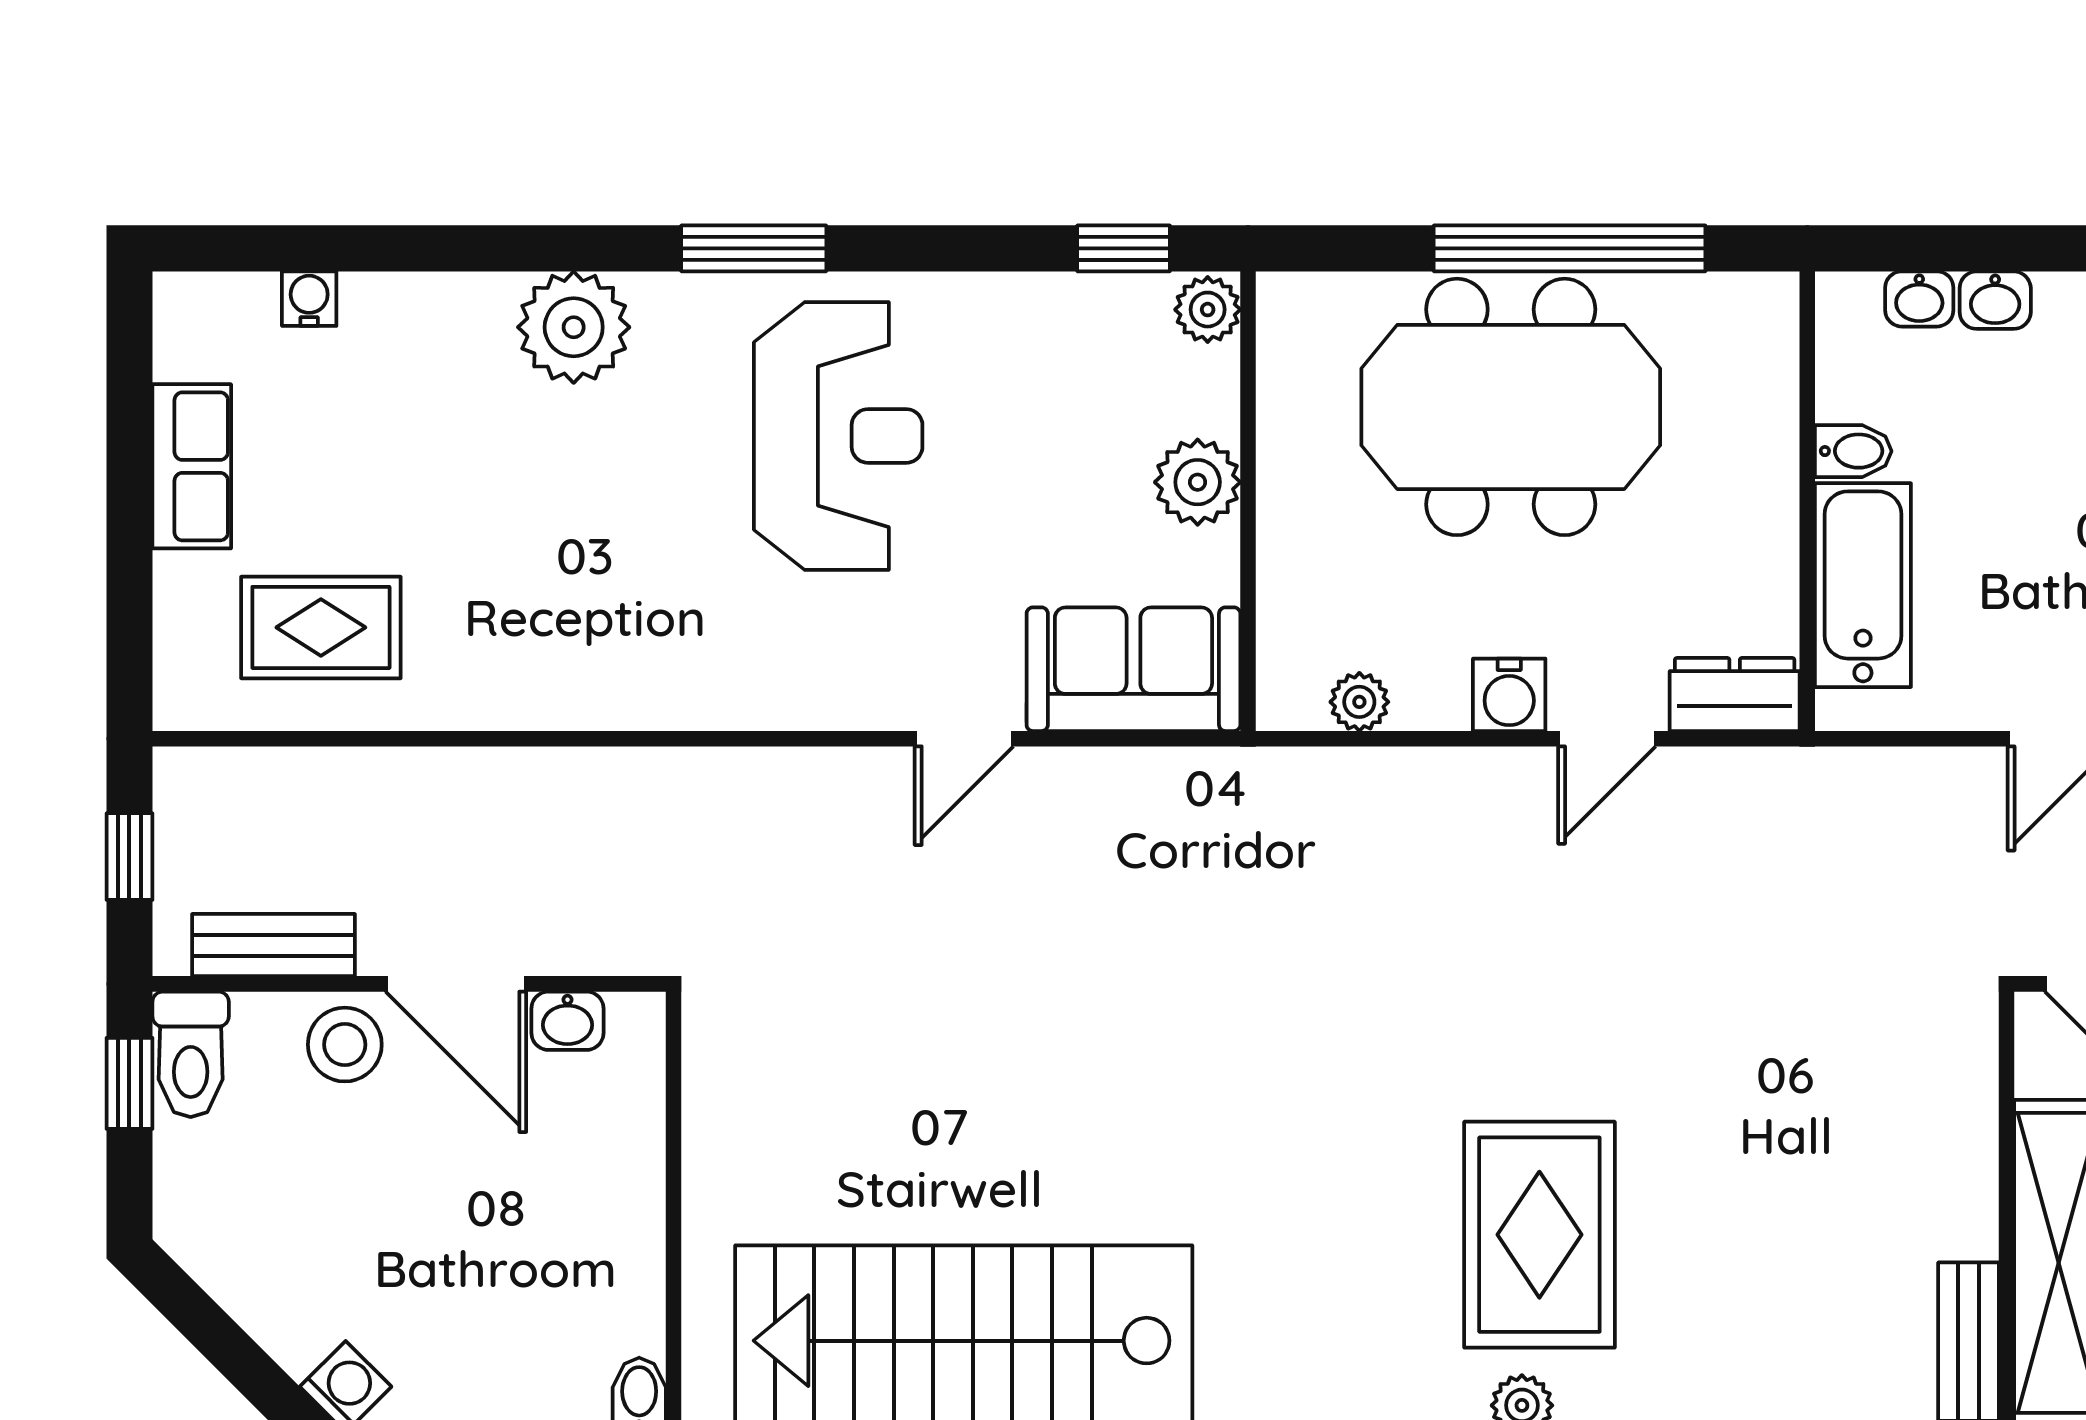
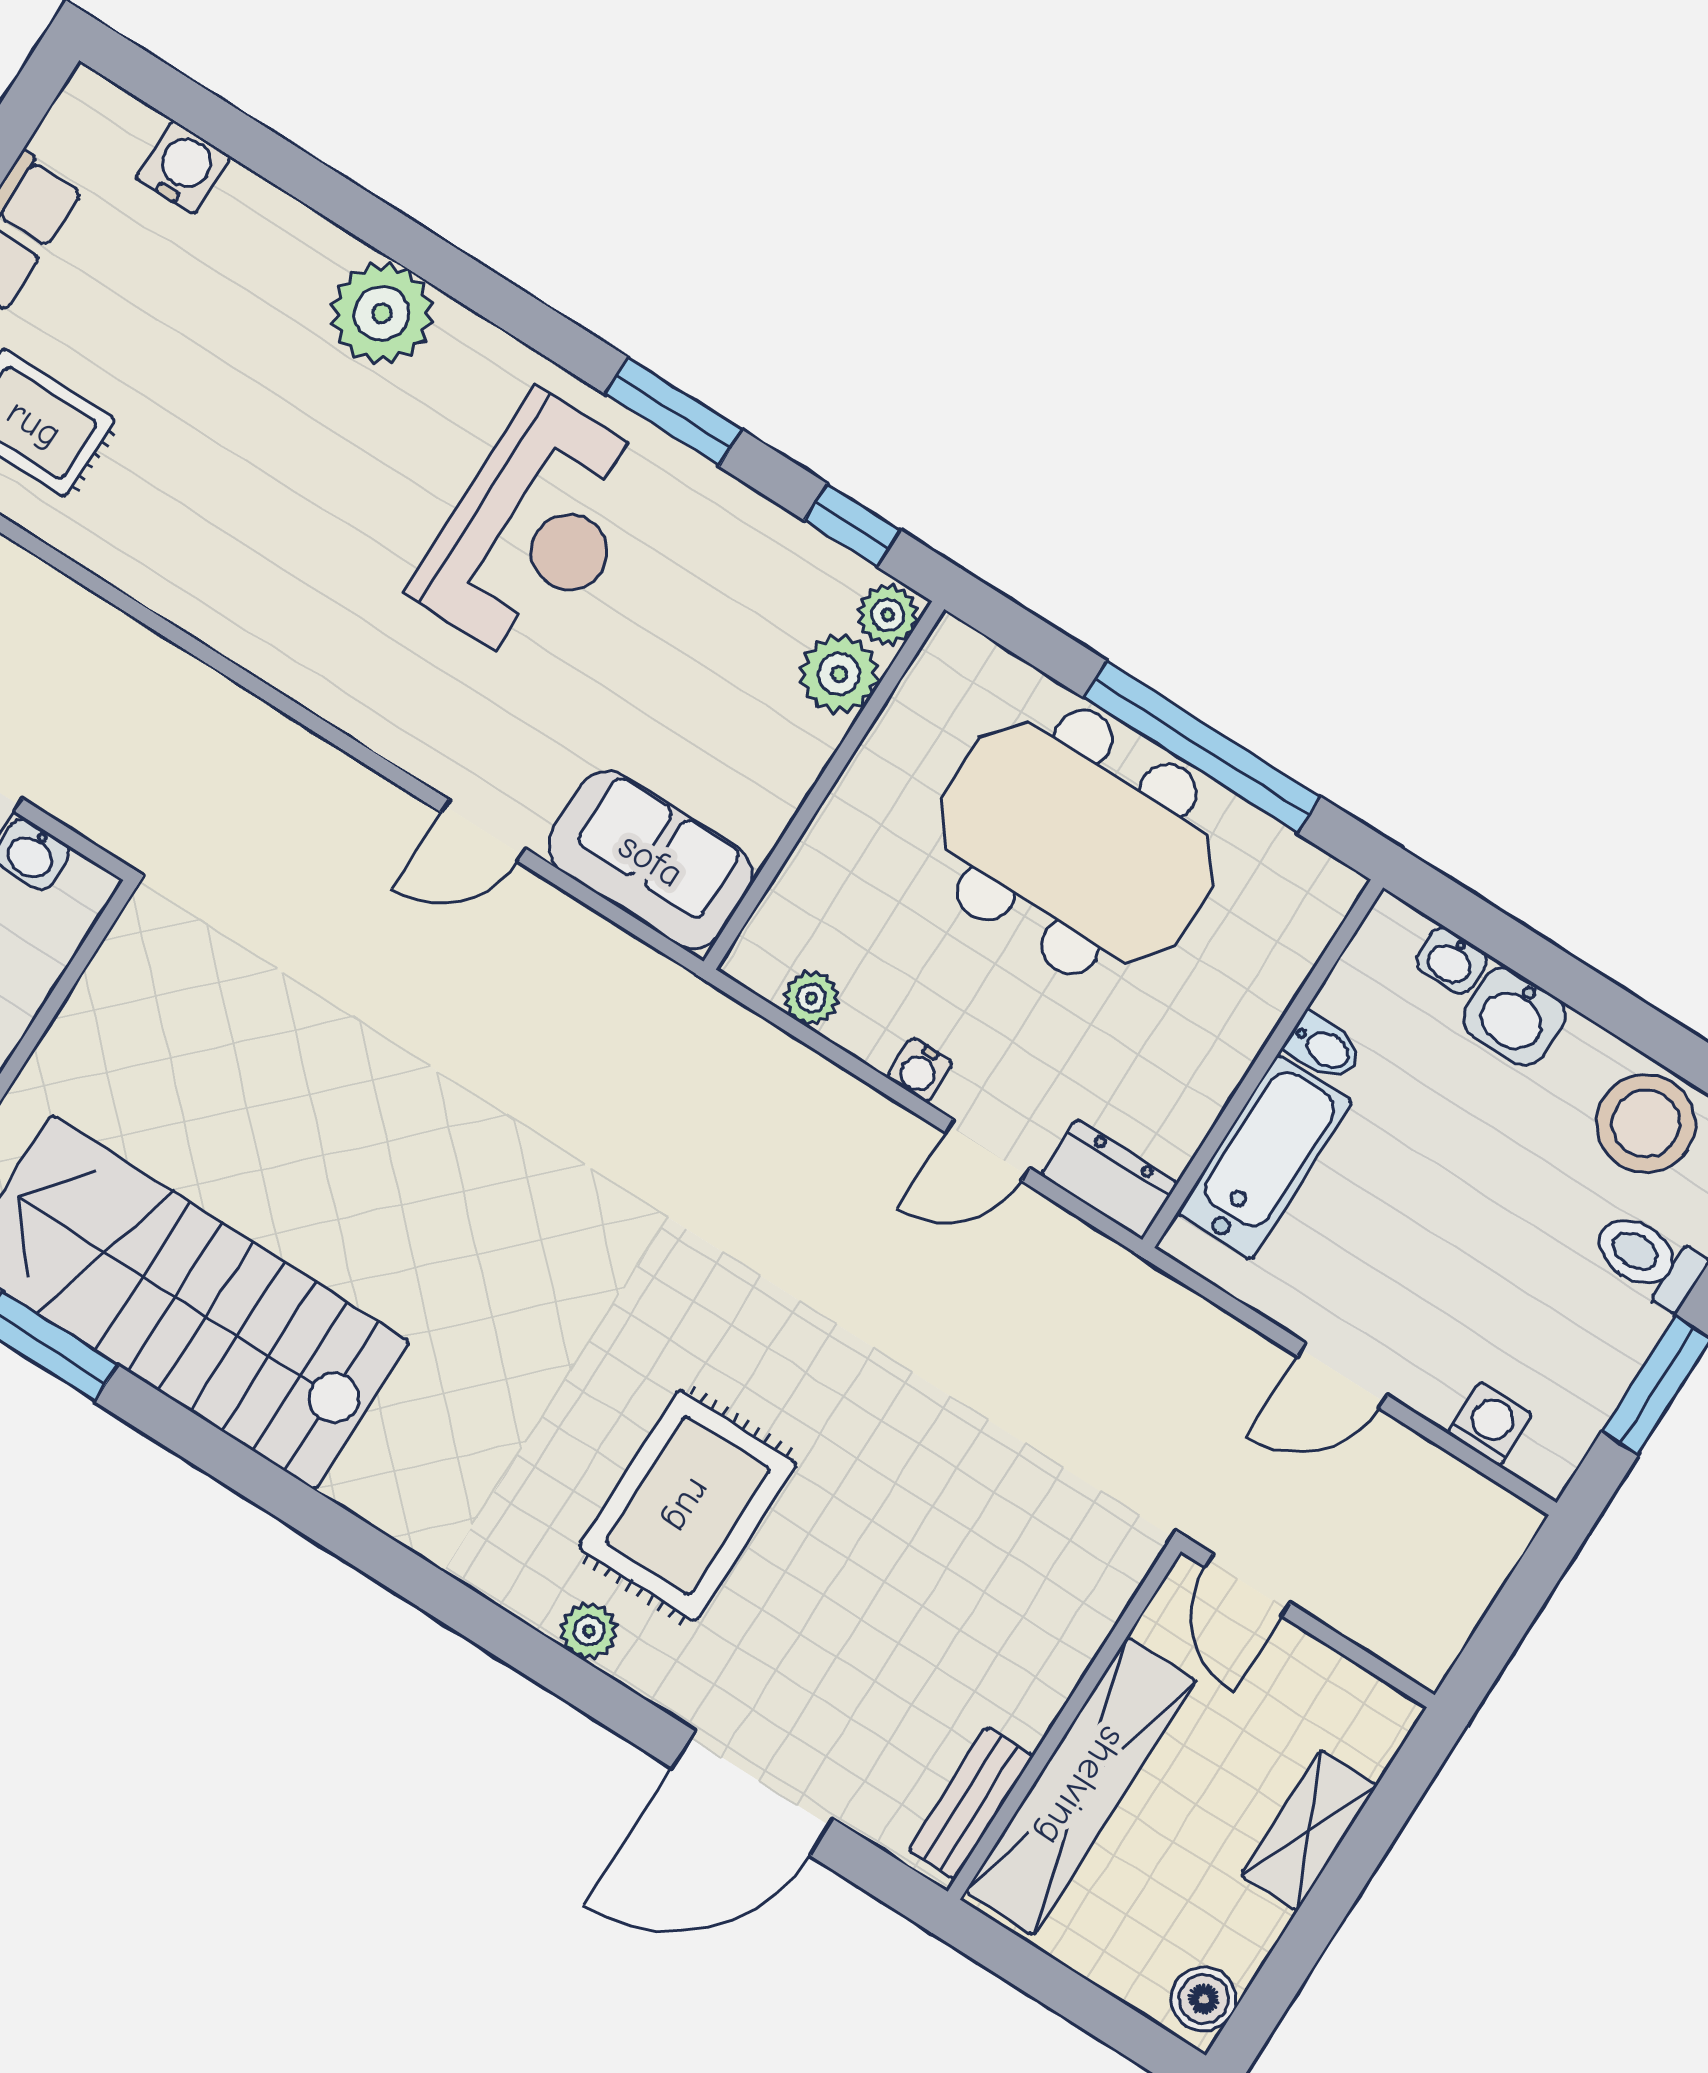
window: (754, 248) -> (674, 412), moved
water cooler: (309, 299) -> (183, 167), width x1.38, depth x1.38
washbasin: (1995, 300) -> (1514, 1016), width x1.38, depth x1.45
plant: (1198, 482) -> (839, 674), moved
water cooler: (1509, 695) -> (920, 1070), width x0.72, depth x0.72

